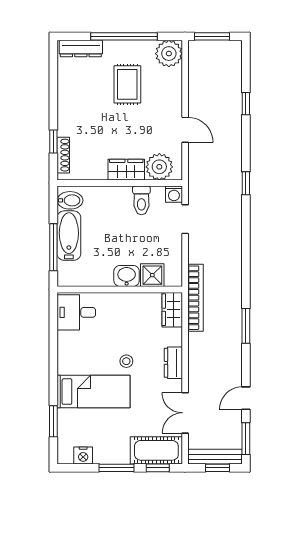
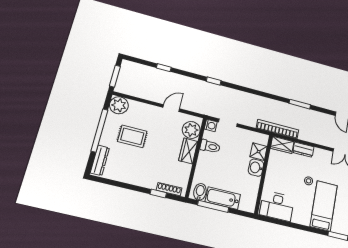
window: (53, 247) -> (213, 206), moved
desk: (76, 312) -> (277, 206), width x1.37
dresser: (173, 363) -> (303, 150), moved

